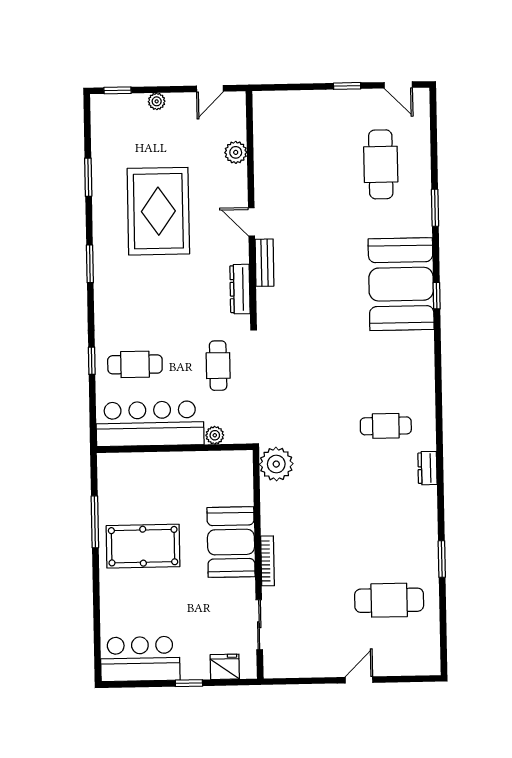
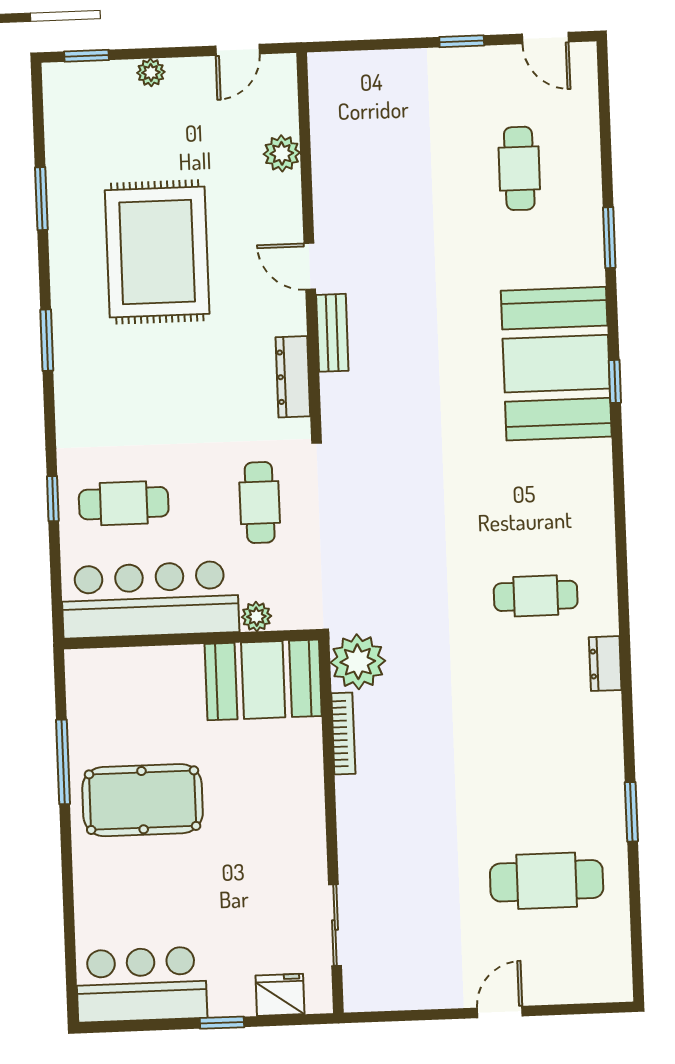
cafe table: (381, 164) -> (519, 168), width x0.73, depth x0.74
booth: (231, 542) -> (263, 680), moved, turned 90
bookcase: (268, 561) -> (343, 733), moved

